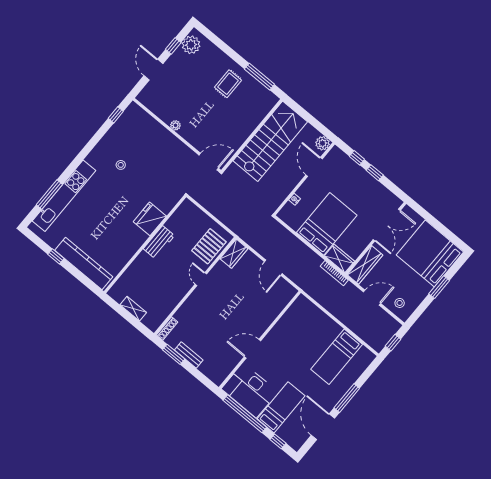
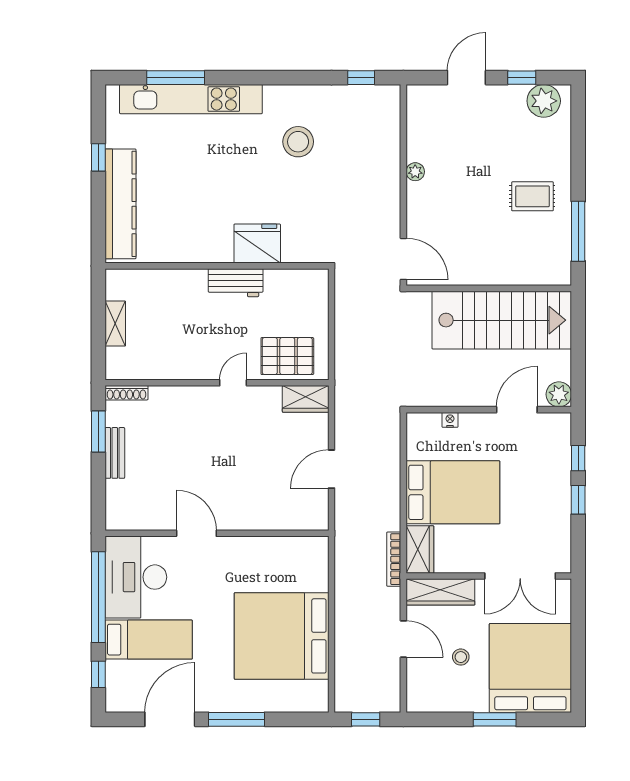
stool: (121, 165) -> (298, 142), width x1.89, depth x1.89
stool: (400, 303) -> (461, 657), moved
bed: (337, 357) -> (282, 636), width x2.04

